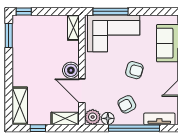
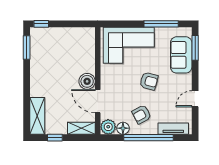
window: (110, 11) -> (161, 24), moved
shelving: (73, 28) -> (89, 40), removed

